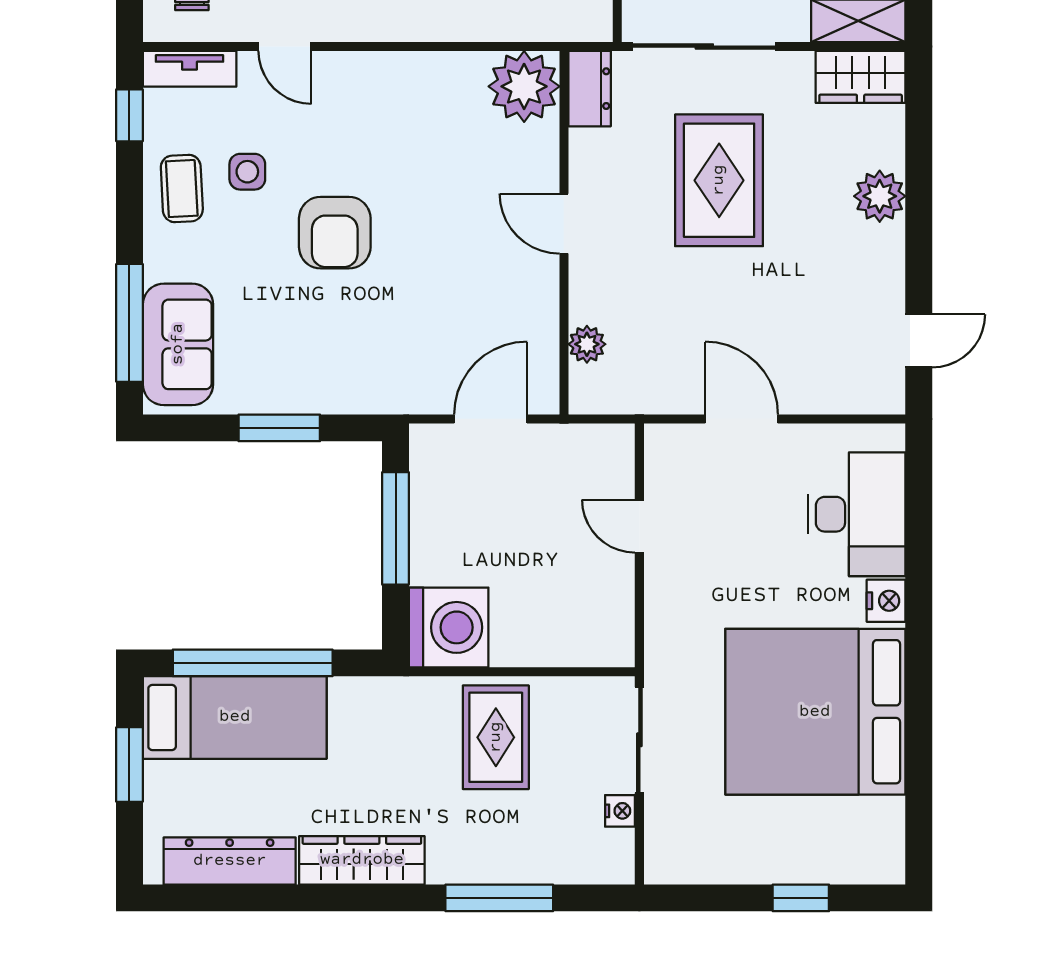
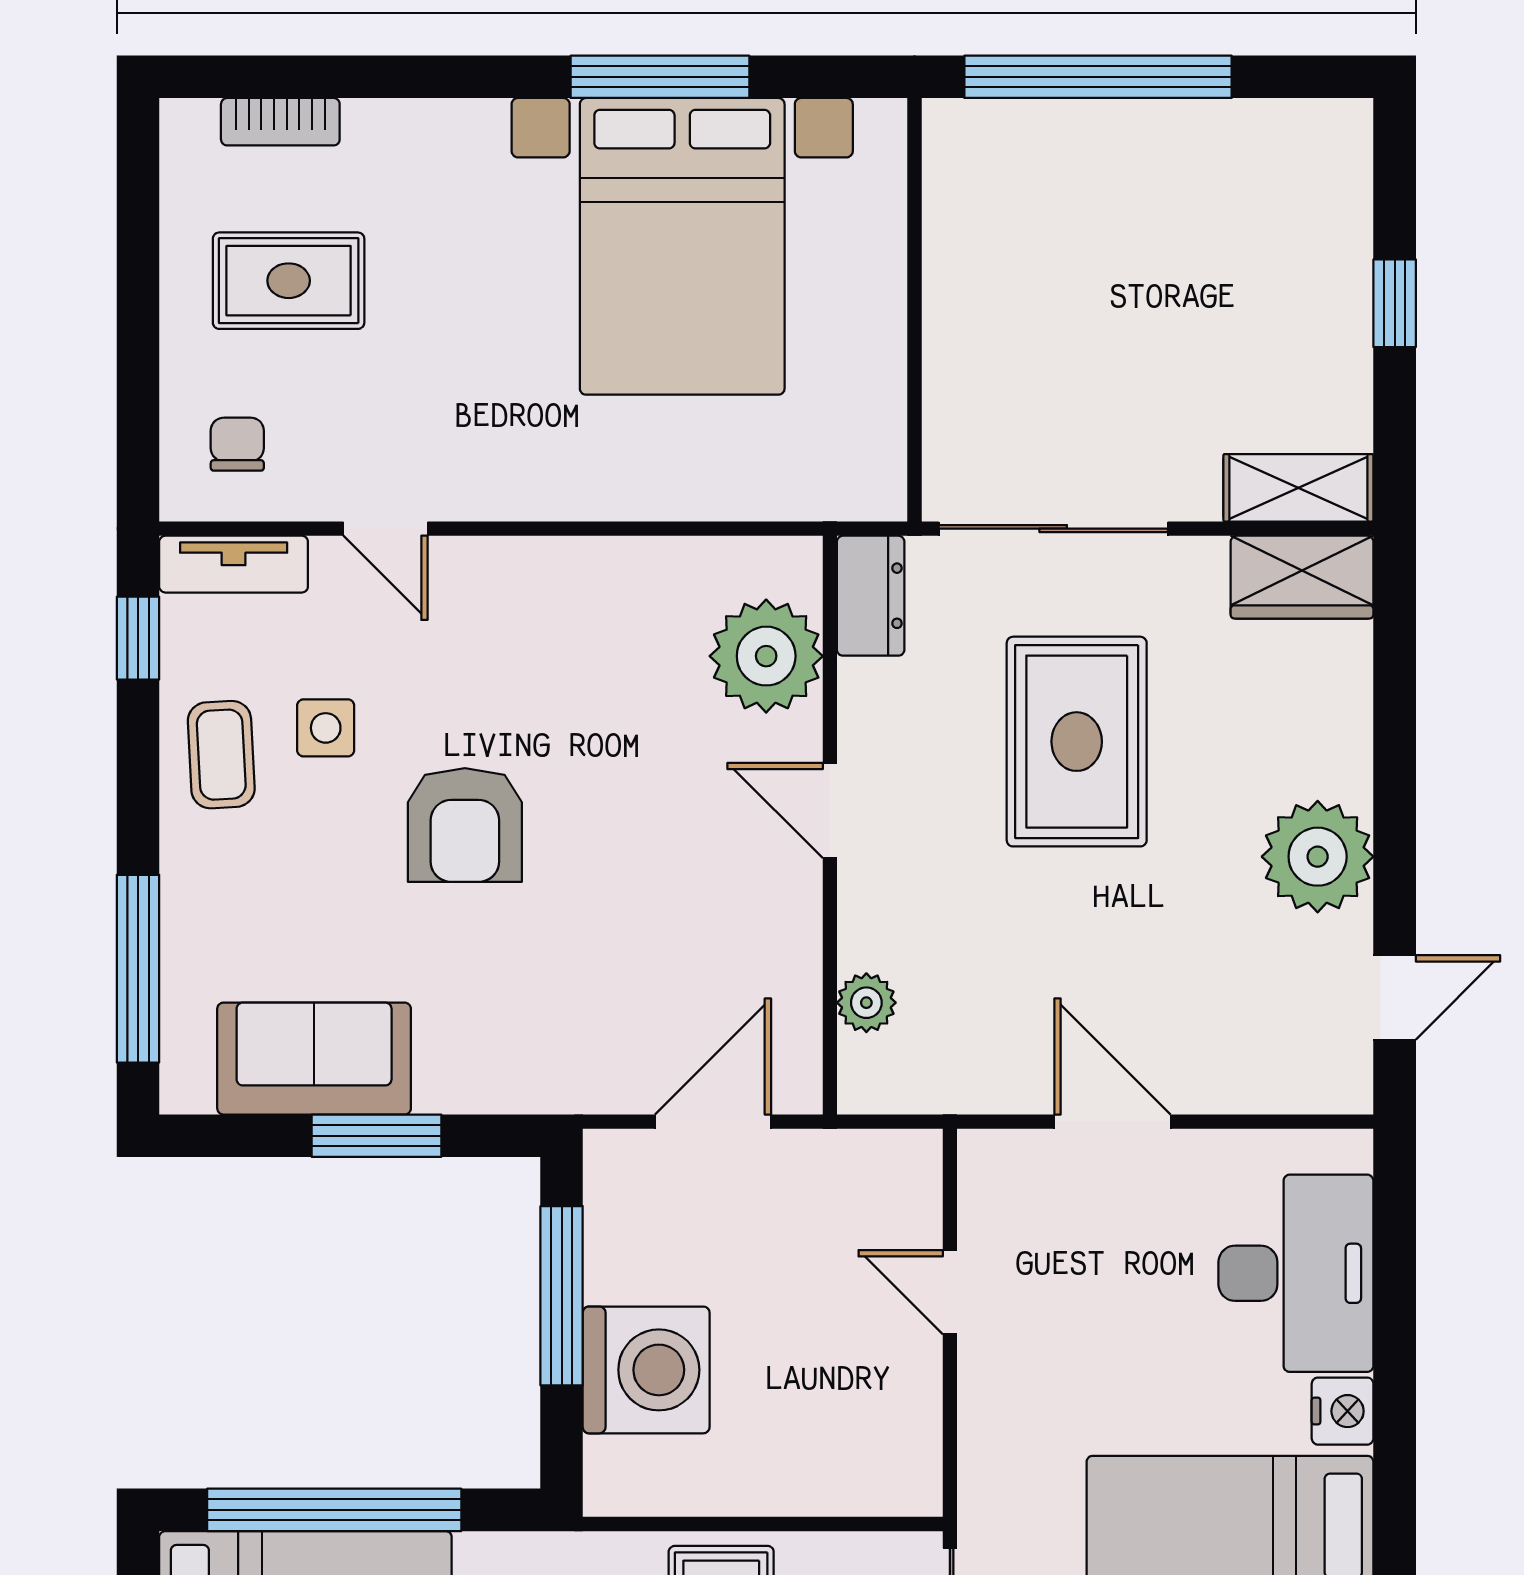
plant: (524, 86) -> (766, 656), moved
plant: (880, 196) -> (1318, 857), moved, width x1.36, depth x1.36
sofa: (178, 344) -> (314, 1059), moved, turned -90
washing machine: (449, 627) -> (646, 1370), moved

